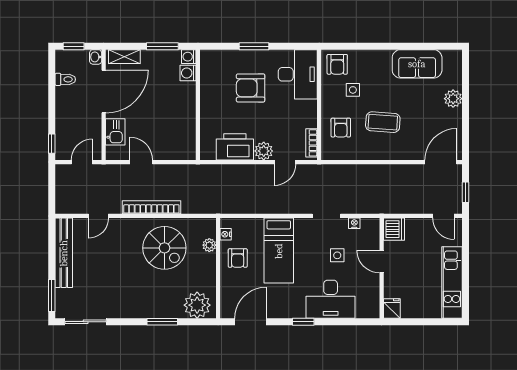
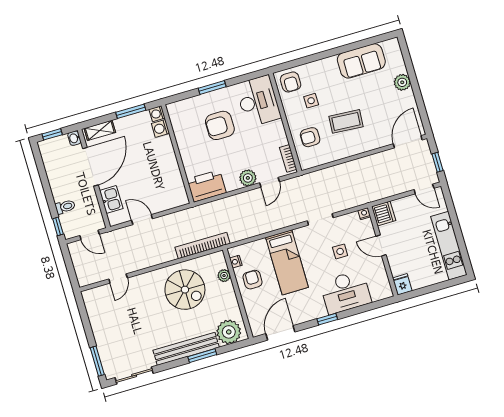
toilet: (65, 79) -> (65, 207), moved
armchair: (341, 128) -> (310, 137), turned 90
printer: (235, 147) -> (207, 186), moved
door: (82, 162) -> (89, 235), swing flipped
bookcase: (151, 207) -> (202, 245), moved
nightstand: (354, 223) -> (364, 214), moved
bench: (64, 253) -> (186, 349), moved, turned 90
armchair: (238, 258) -> (253, 280), turned 180

